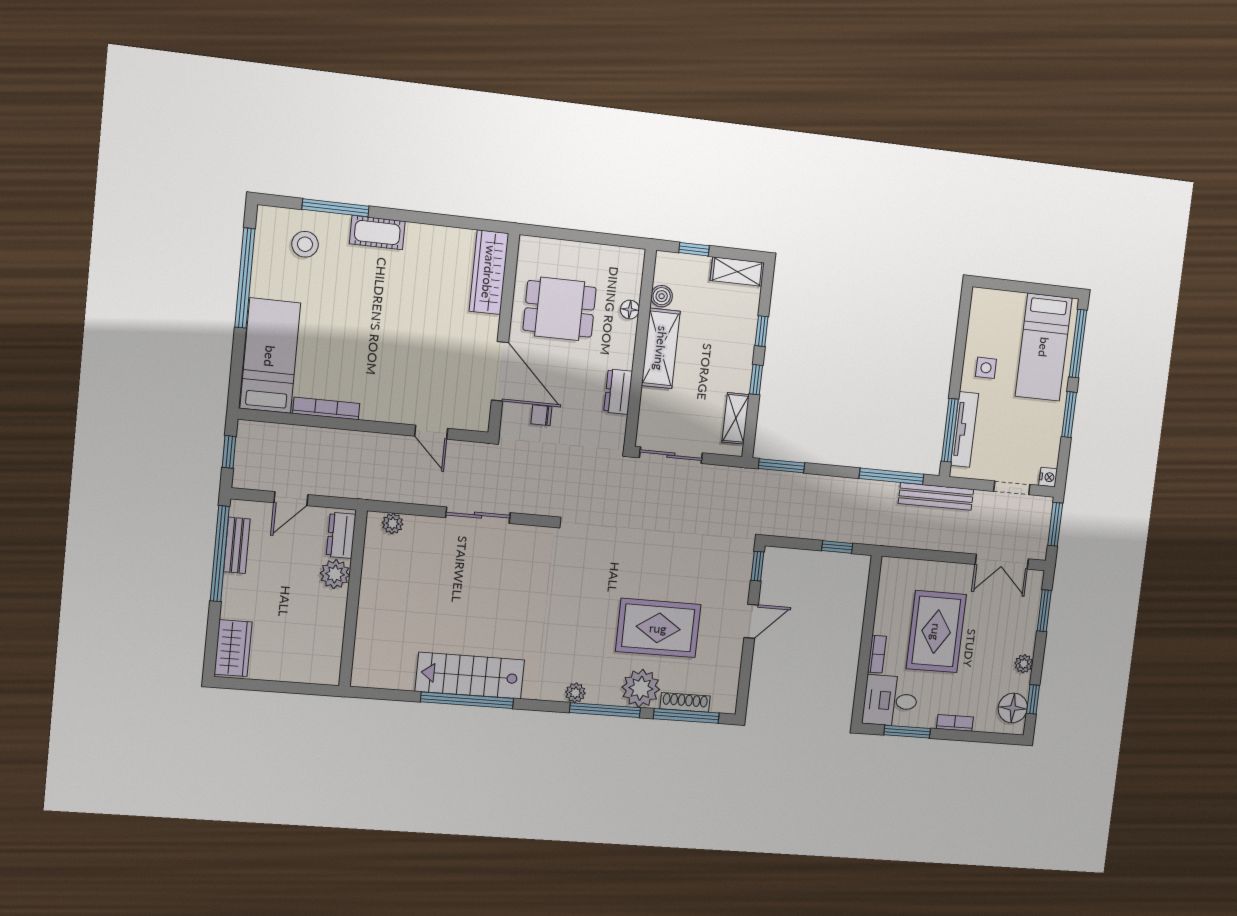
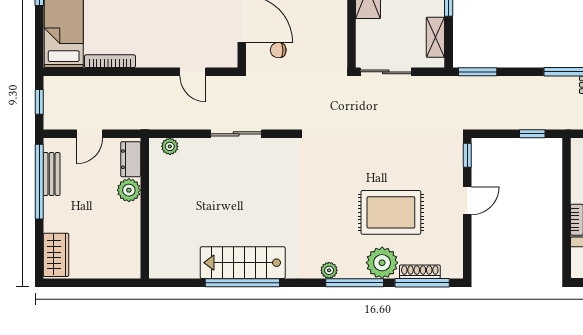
dresser: (618, 392) -> (337, 25), removed

